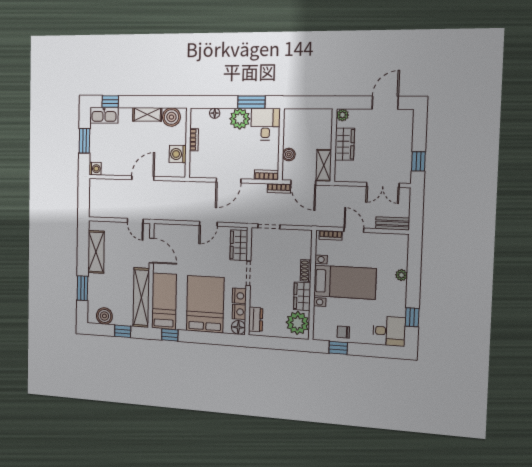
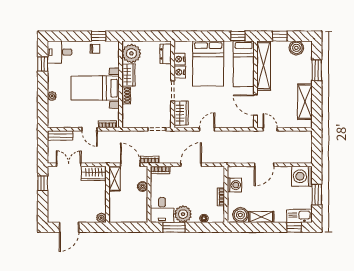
wardrobe: (345, 144) -> (94, 173), moved, turned -90
washing machine: (95, 169) -> (302, 176), width x1.89, depth x1.89
floor lamp: (238, 327) -> (180, 46), removed

